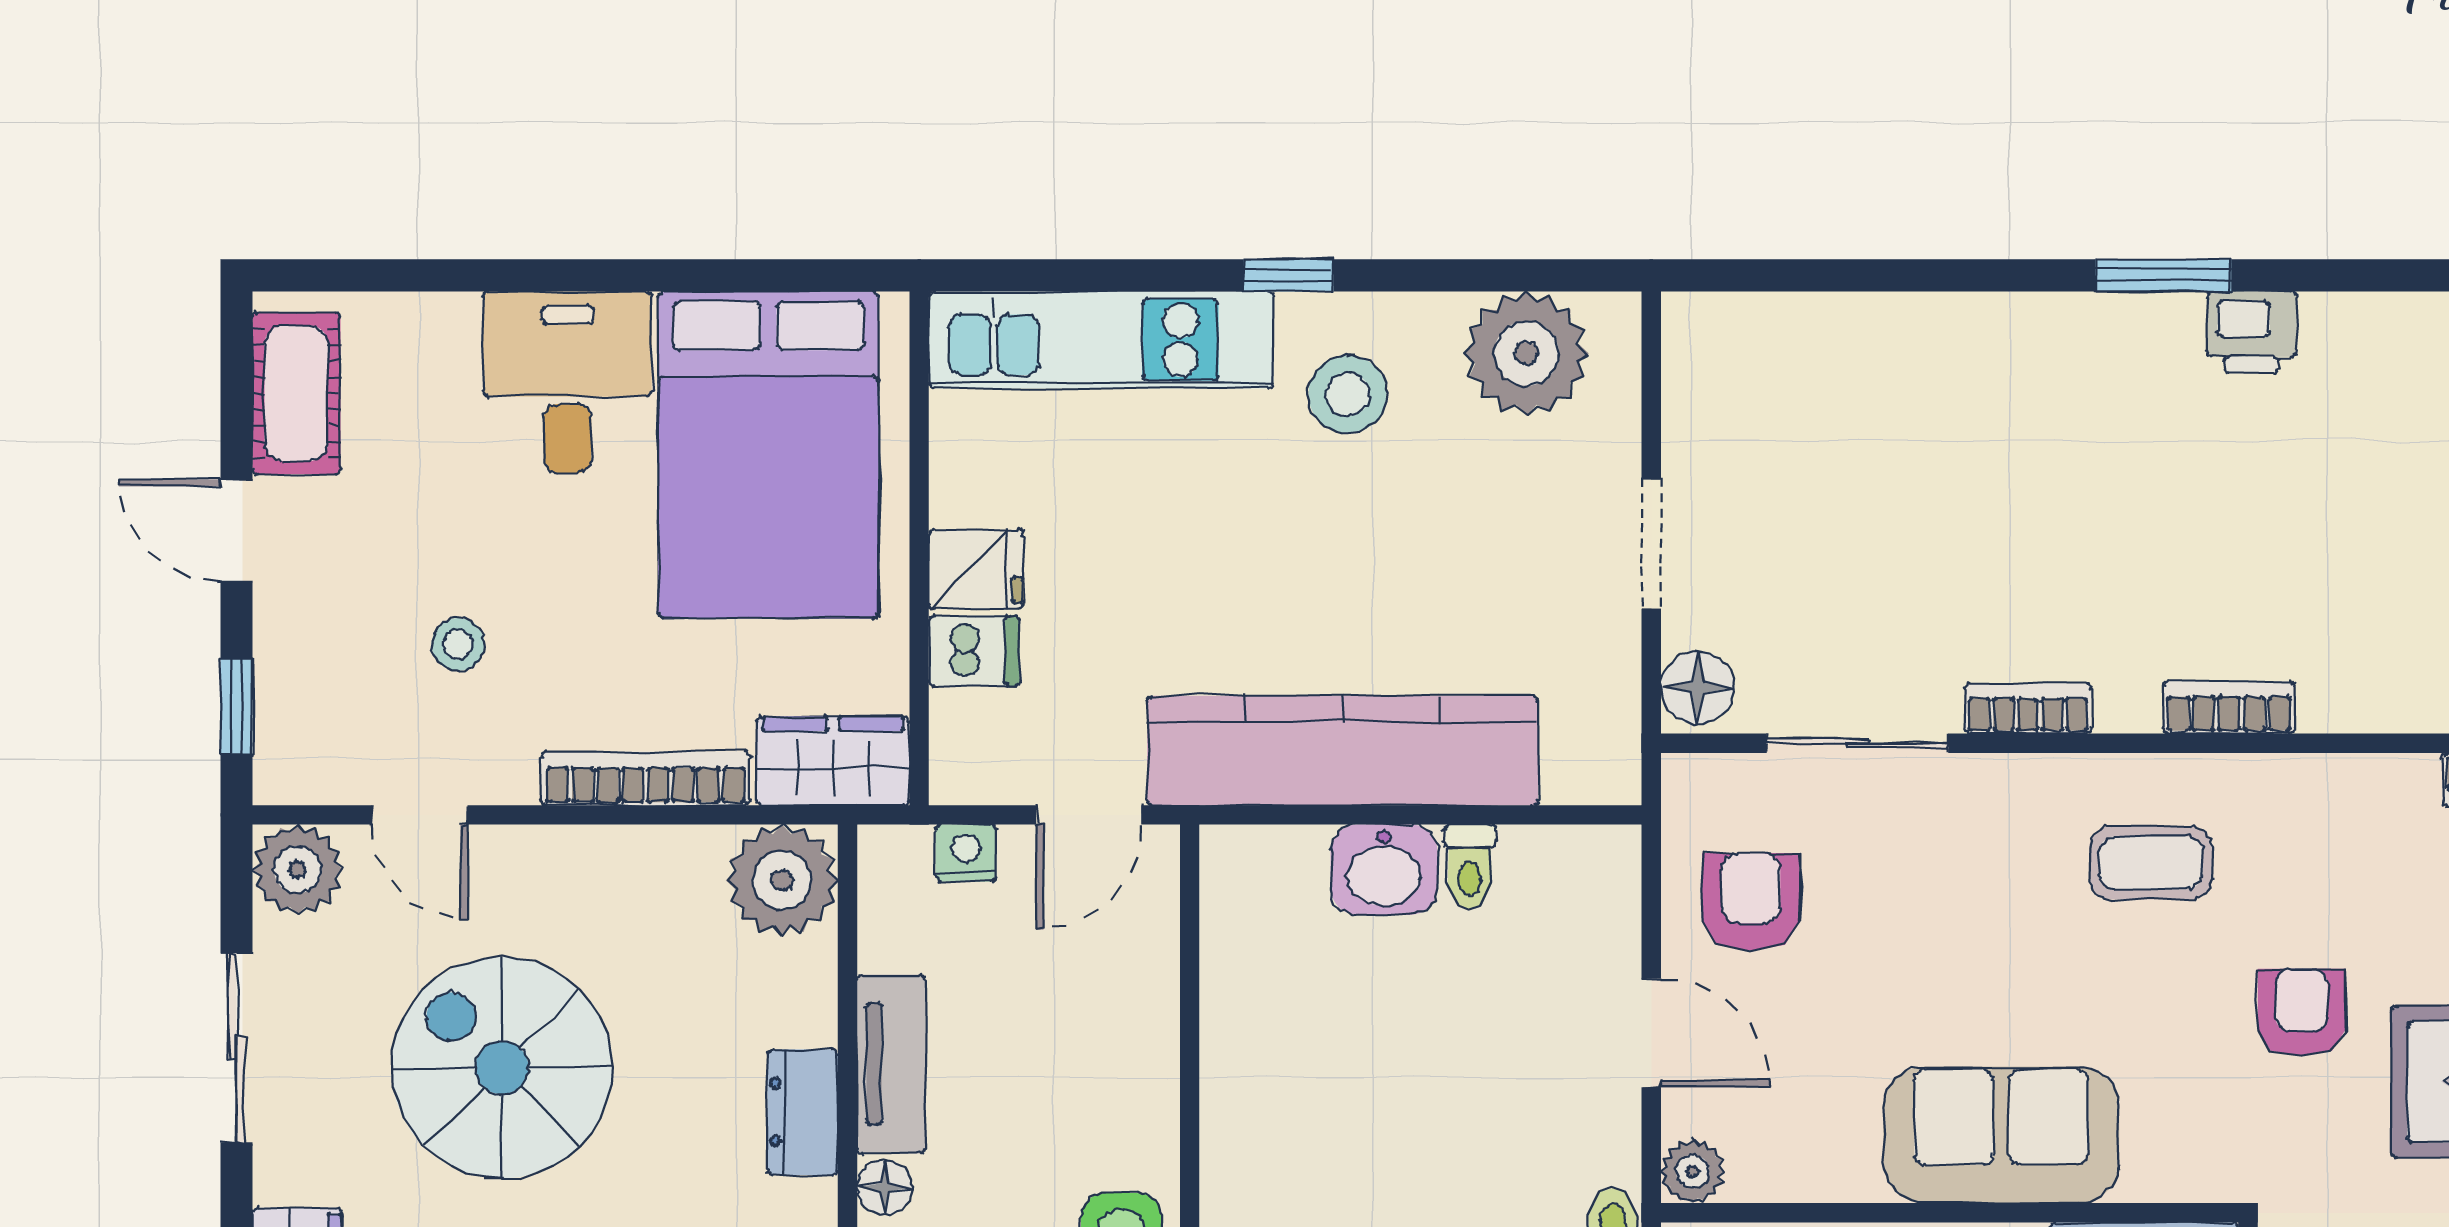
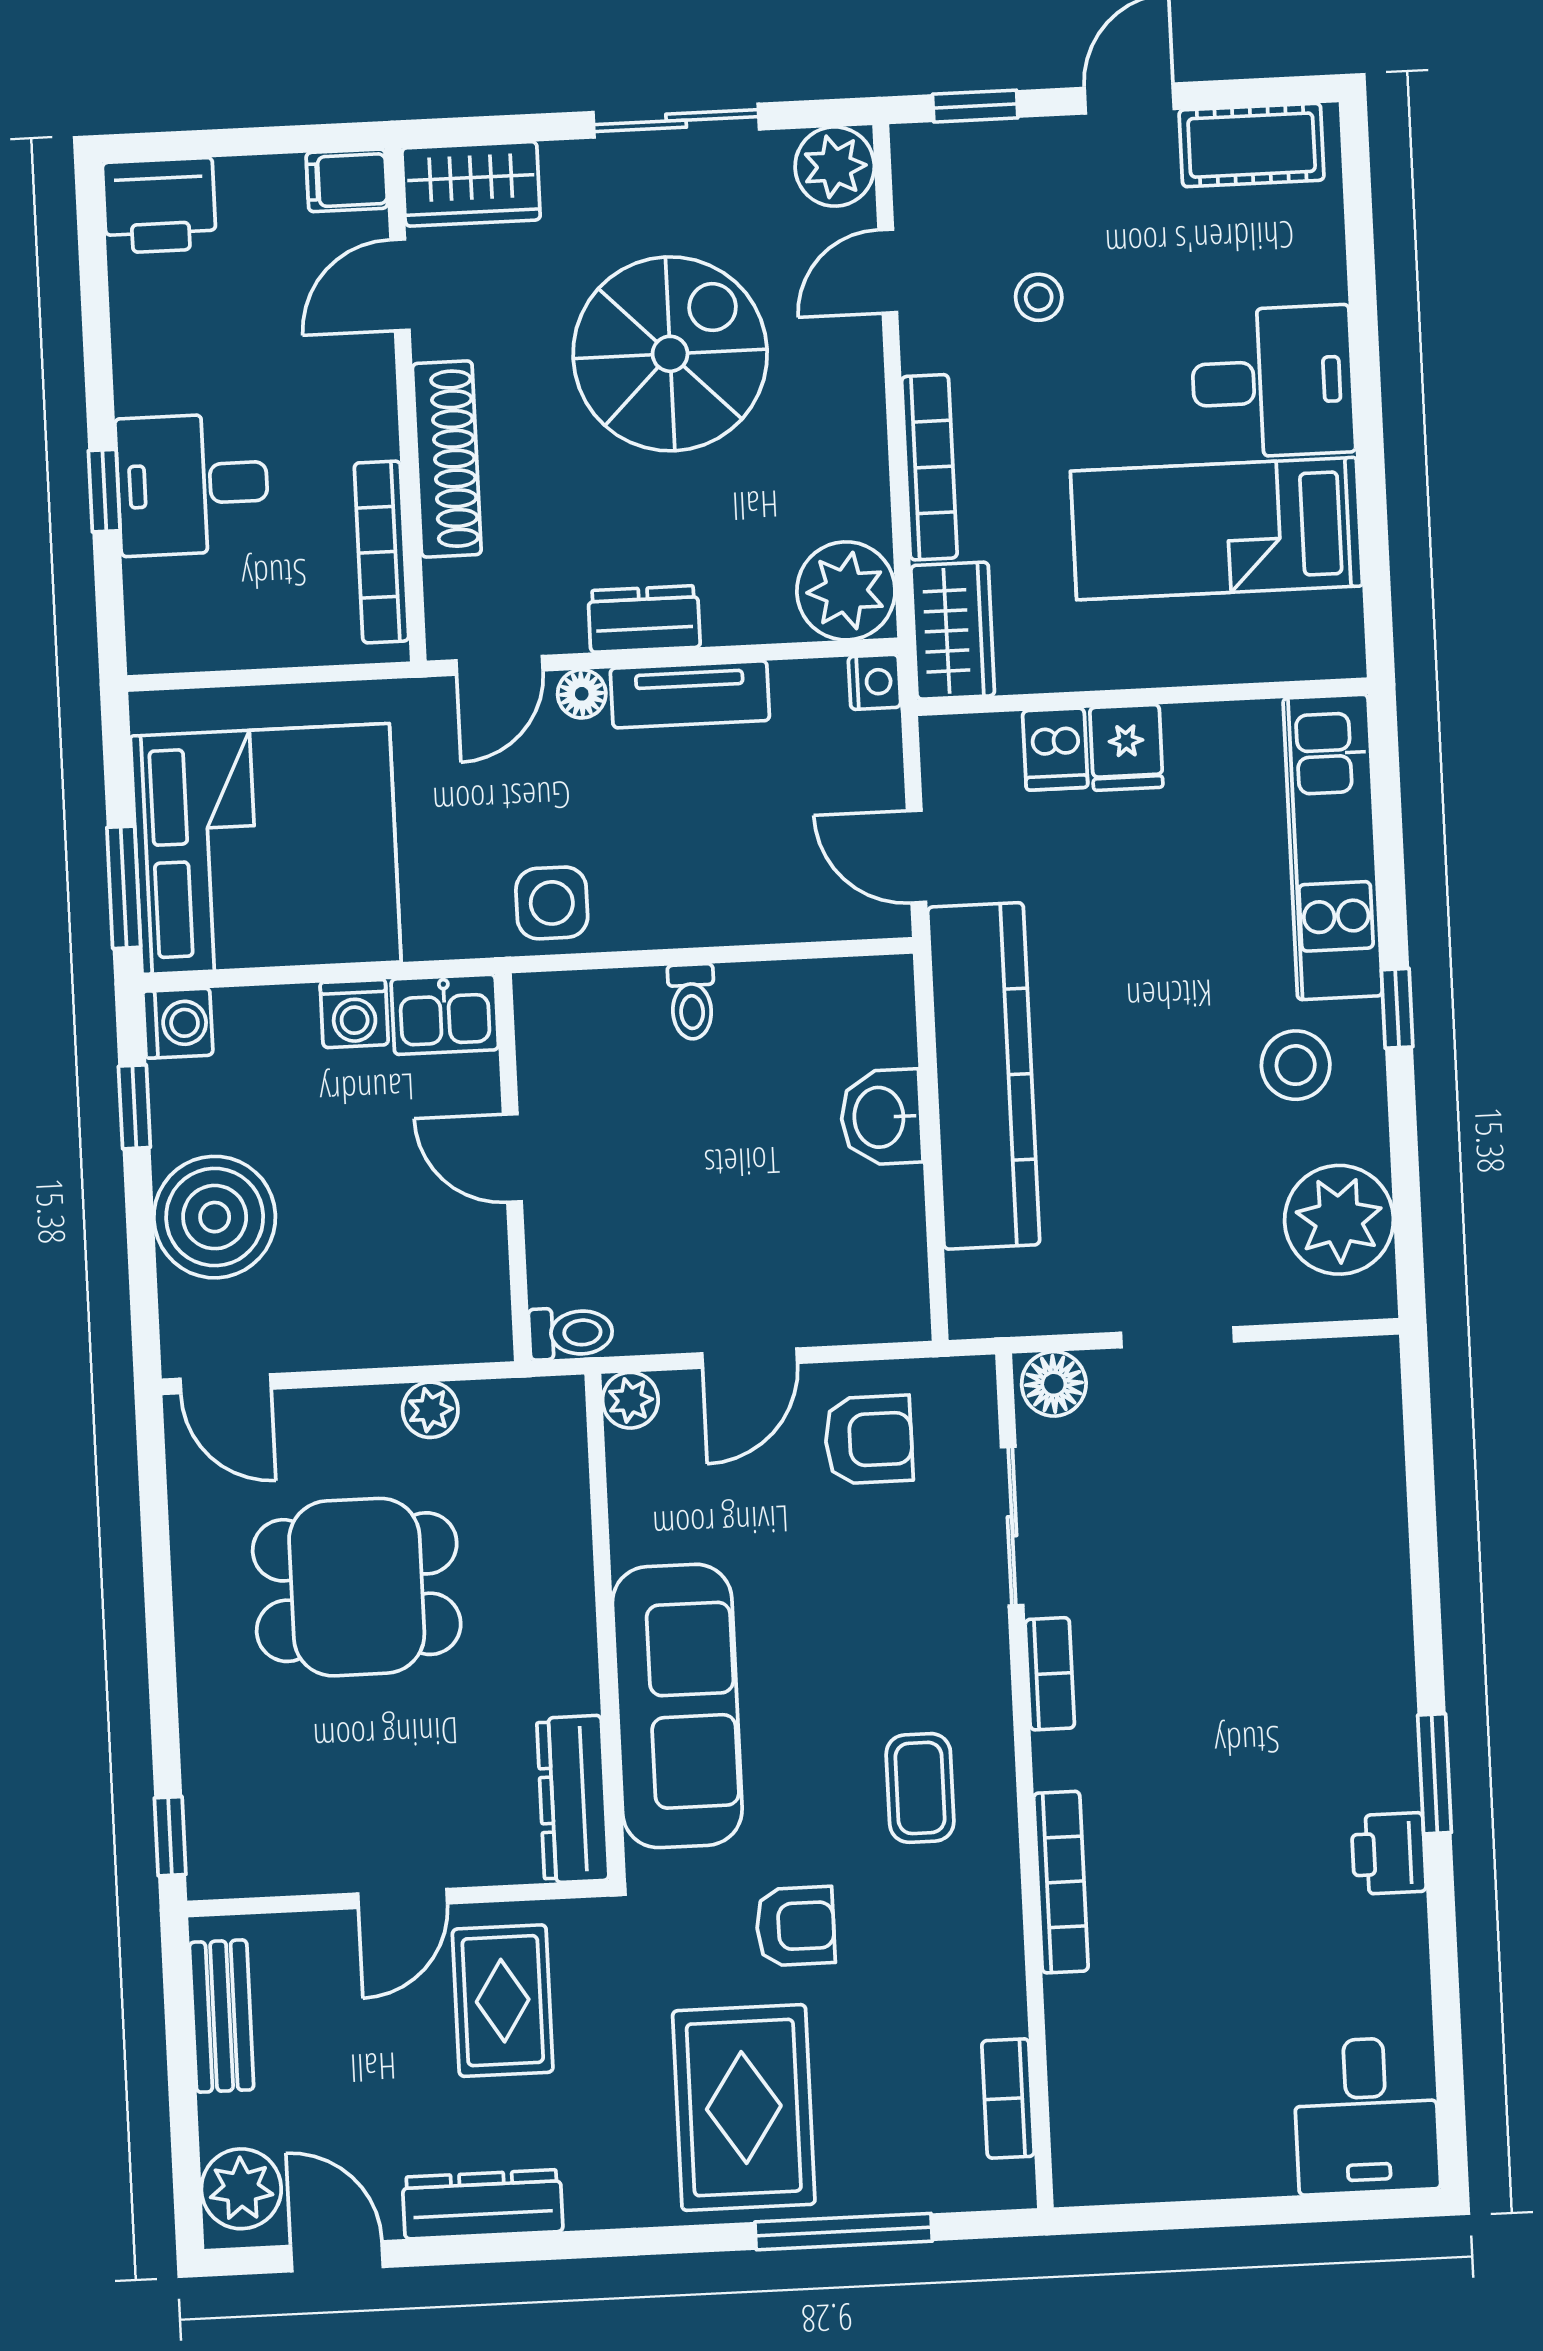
bed: (768, 455) -> (1216, 529), width x0.67
bookcase: (2229, 707) -> (1061, 1882), width x1.56
nightstand: (966, 853) -> (875, 682), moved
toilet: (1470, 867) -> (692, 1002), moved, turned -90
sofa: (2001, 1135) -> (677, 1706), width x1.36

